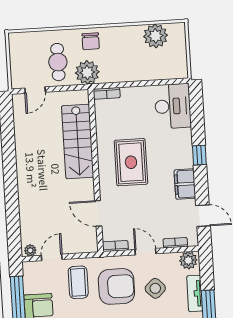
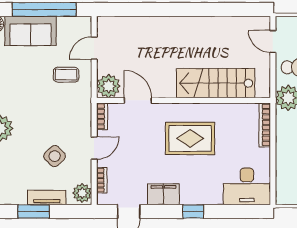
bookcase: (107, 93) -> (265, 125), width x1.56
door: (98, 213) -> (138, 100), hinge flipped
plant: (30, 250) -> (109, 86), moved, width x1.88, depth x1.88
door: (52, 257) -> (94, 48), swing flipped
coffee table: (78, 282) -> (66, 75), width x0.73, depth x0.77
armchair: (116, 286) -> (59, 115), removed

